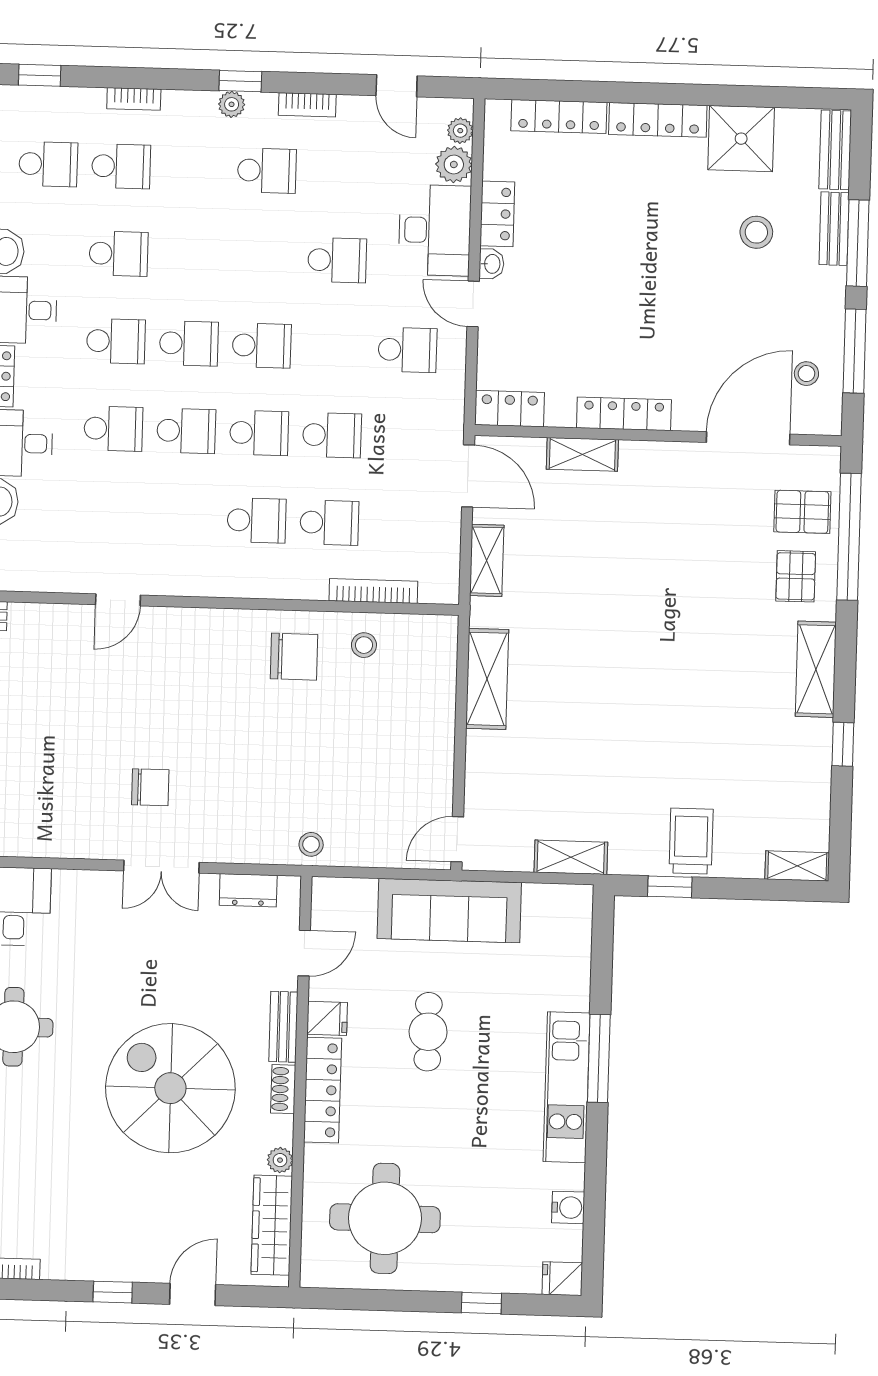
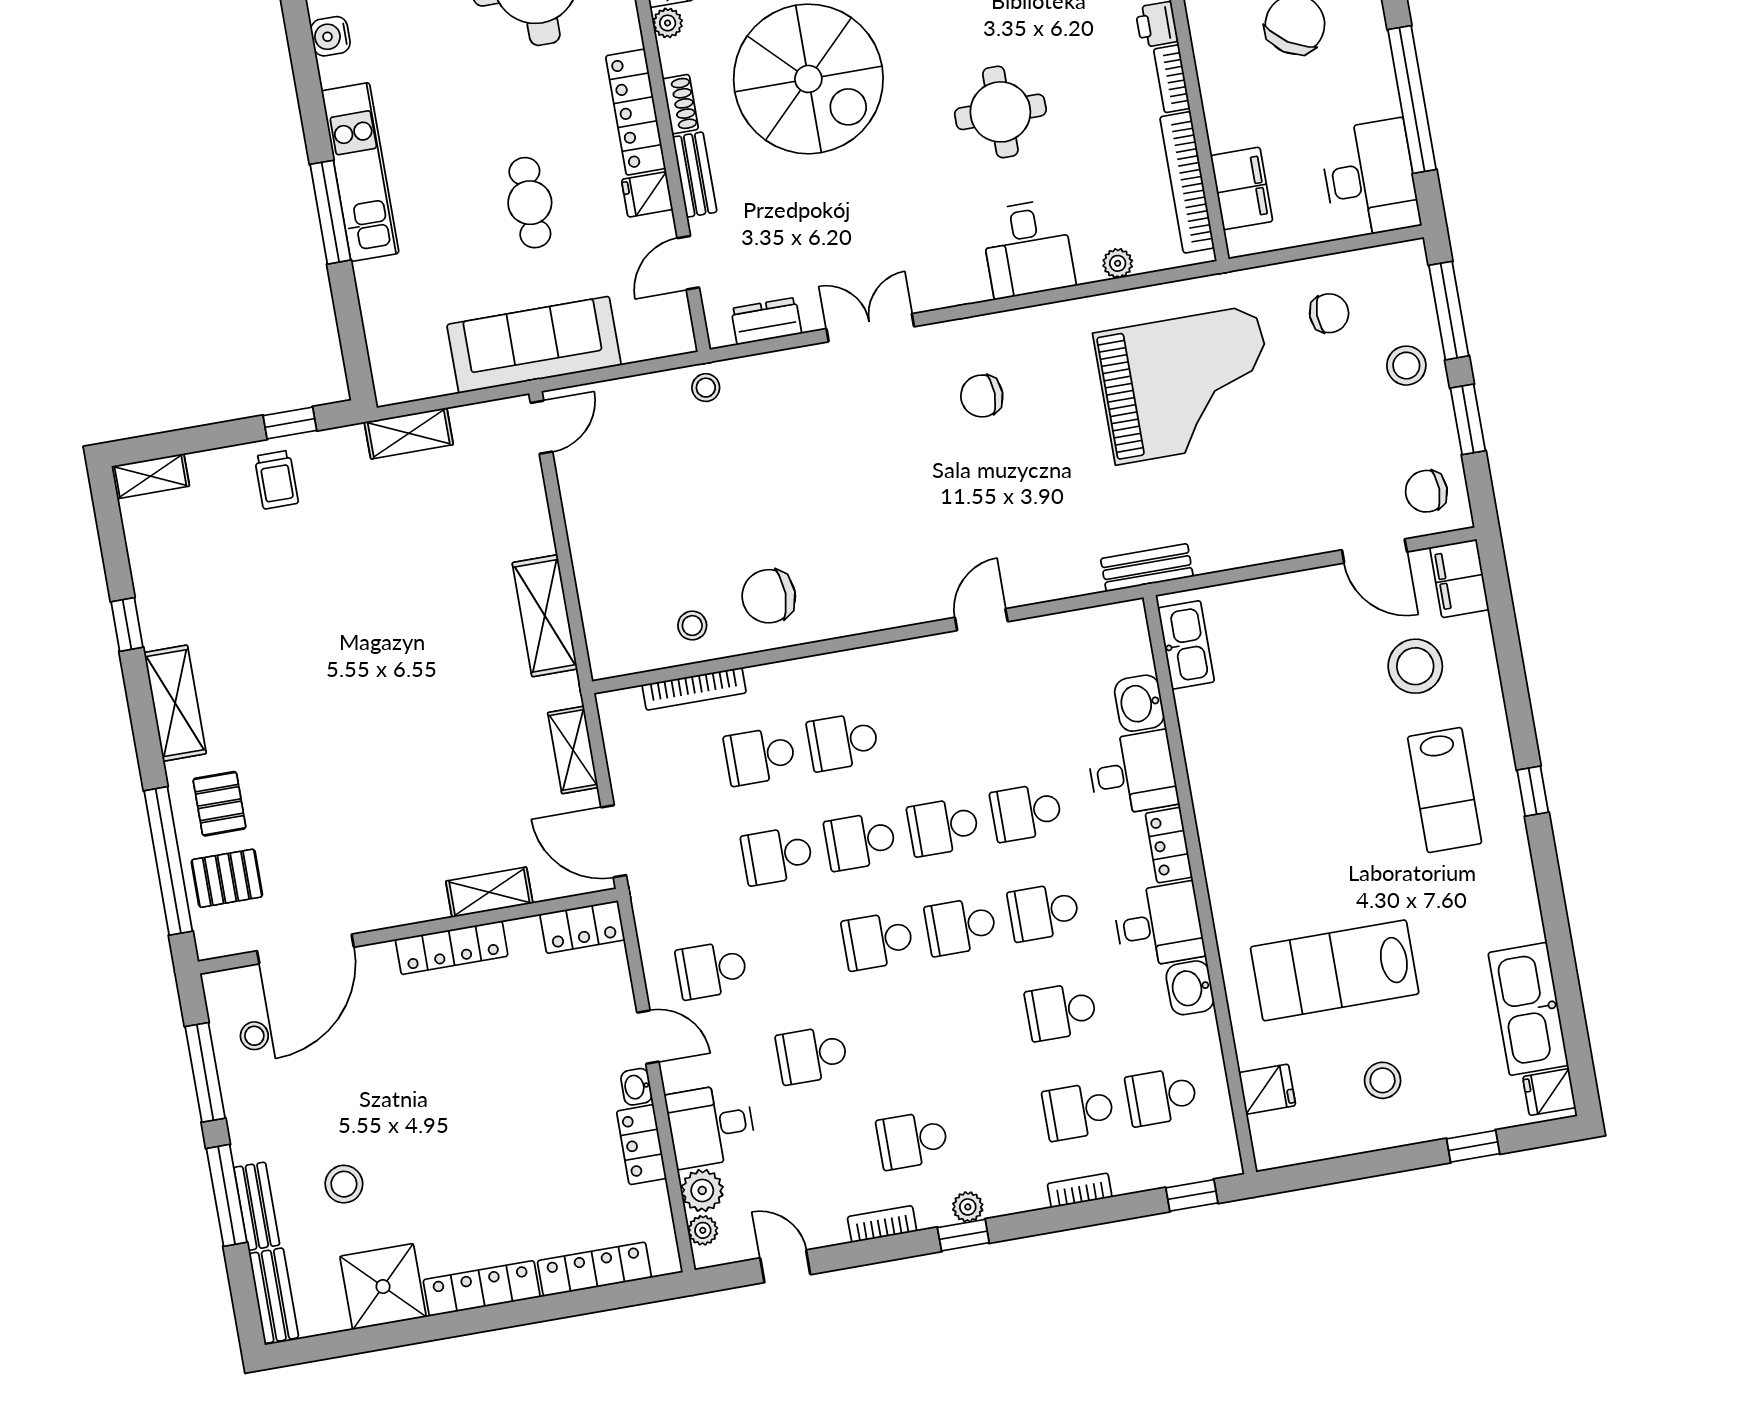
desk: (435, 230) -> (711, 1126), width x0.73
chair: (150, 787) -> (982, 396), moved
trolley: (691, 841) -> (276, 480), width x0.73, depth x0.72

